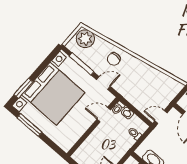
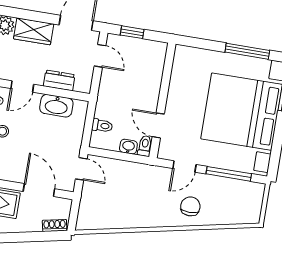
plant: (85, 39) -> (244, 210), removed
door: (104, 115) -> (158, 125), swing flipped
door: (161, 117) -> (81, 169), hinge flipped

